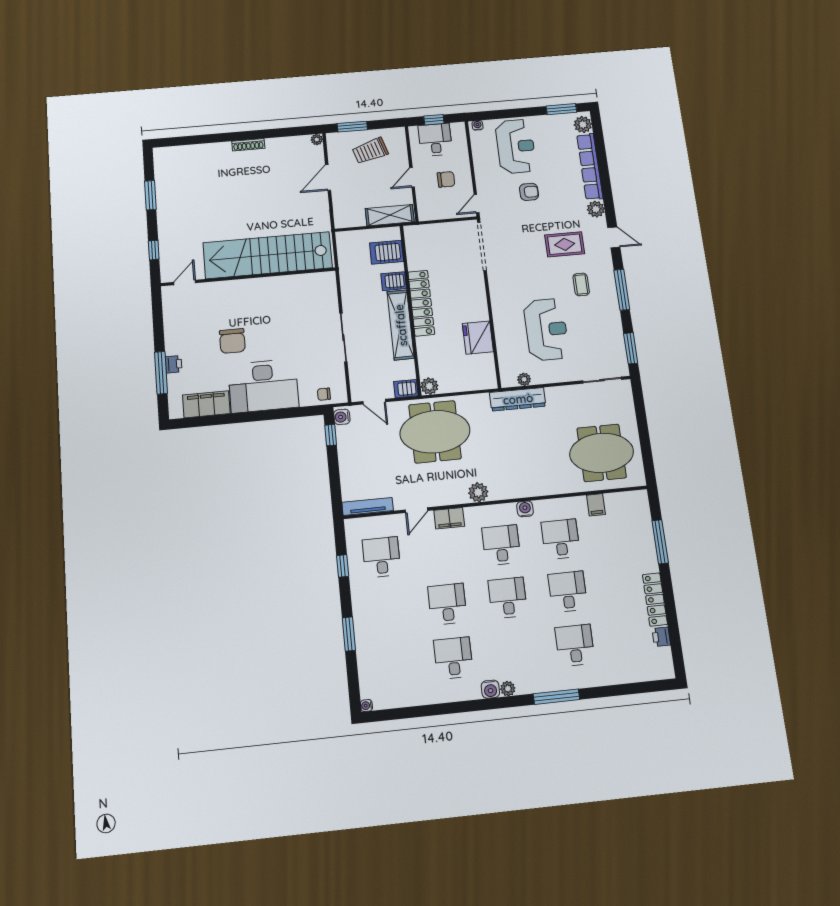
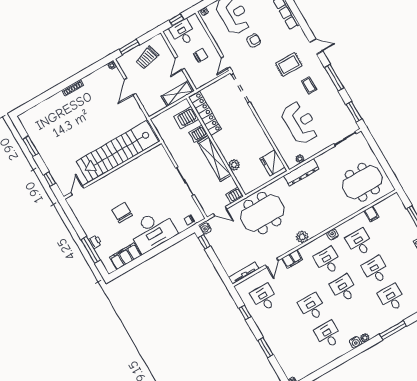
plant: (596, 209) -> (298, 33), removed
locker: (421, 303) -> (205, 114), moved
fridge: (478, 338) -> (272, 163), moved
chair: (232, 341) -> (122, 213), turned 180
plant: (429, 386) -> (234, 165), moved

